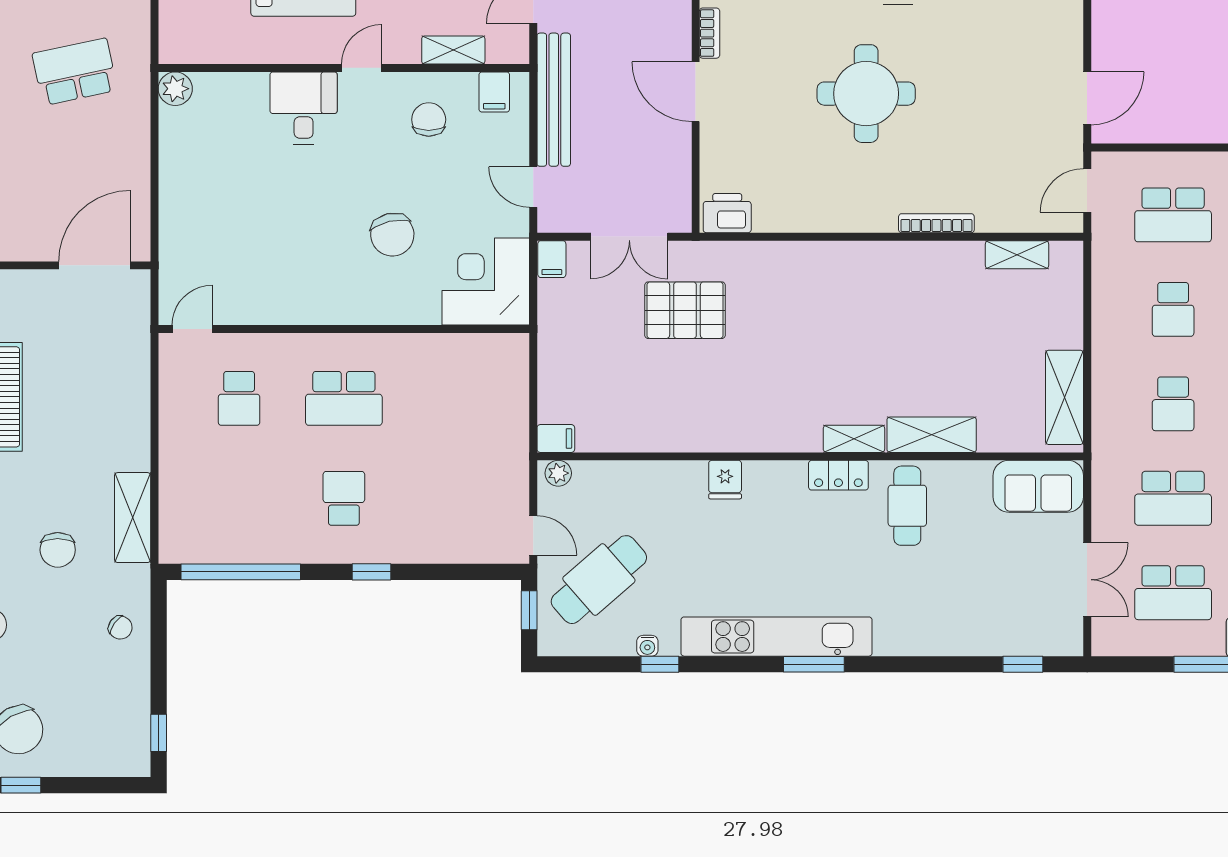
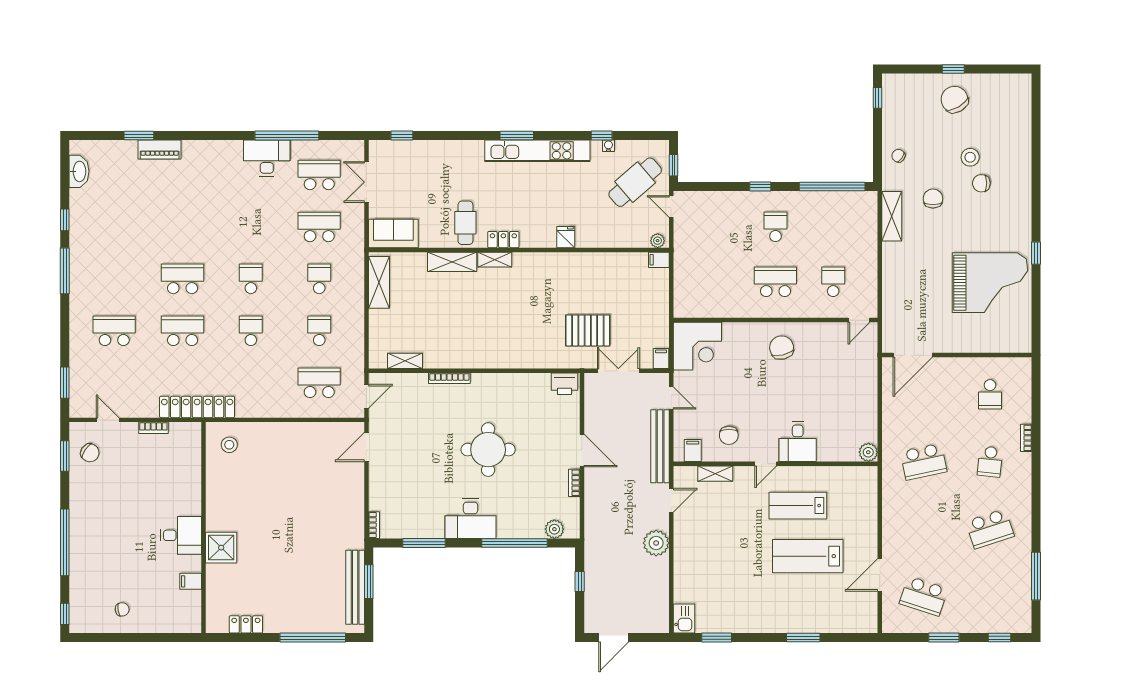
chair: (392, 235) -> (782, 348), moved
school desk: (344, 498) -> (775, 227), turned 180

